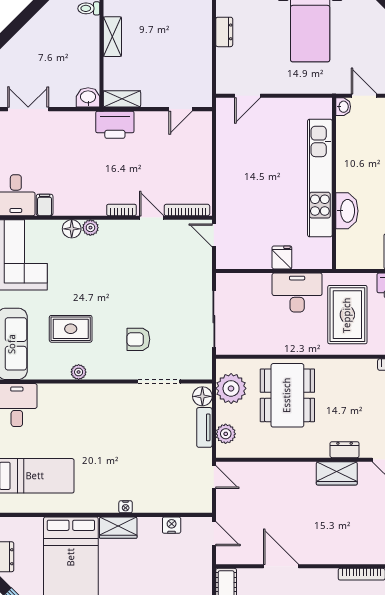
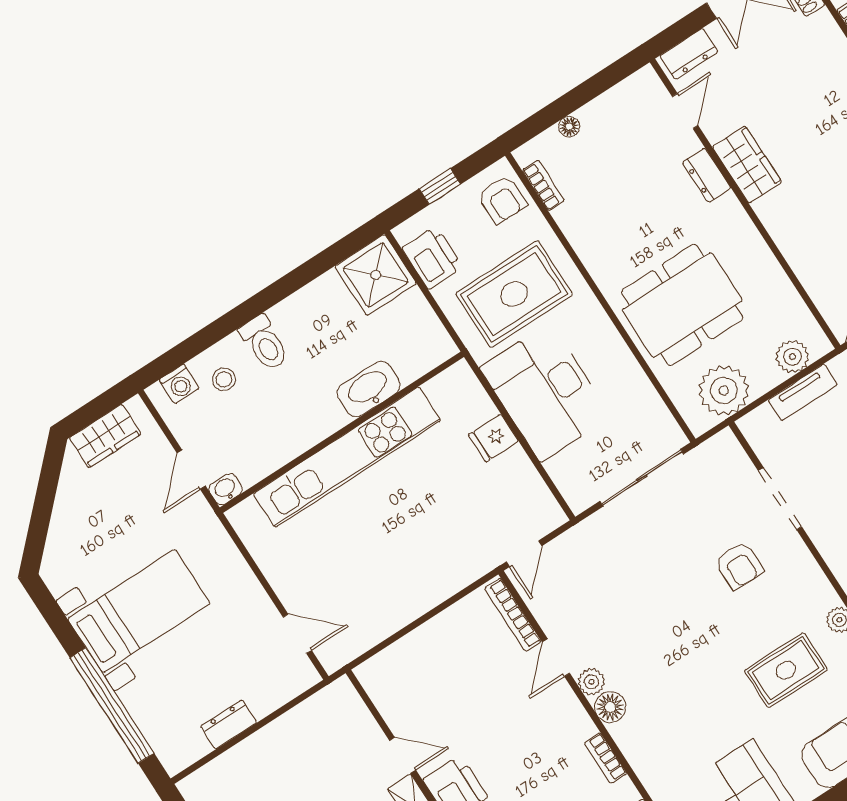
door: (181, 109) -> (403, 755), moved
bookcase: (121, 210) -> (605, 758), moved
plant: (90, 228) -> (591, 682), moved
floor lamp: (72, 229) -> (610, 707), moved
desk: (297, 293) -> (545, 392), width x1.36, depth x1.30
rug: (71, 329) -> (786, 670), turned 90
floor lamp: (202, 396) -> (761, 424), removed

